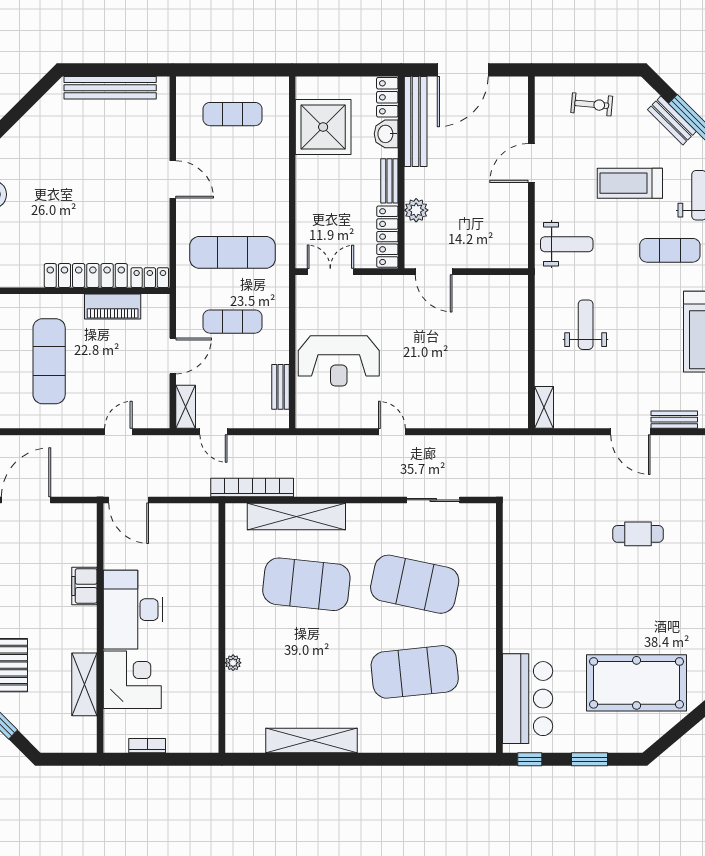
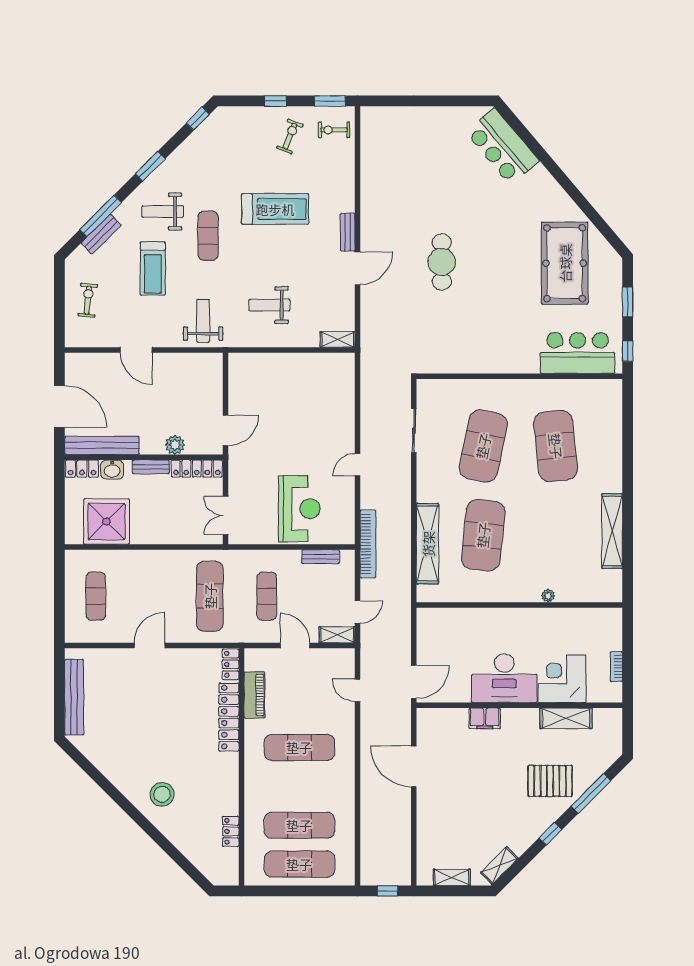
bookcase: (252, 487) -> (368, 544), moved, turned 180
cafe table: (638, 534) -> (442, 262), width x1.37, depth x1.35

